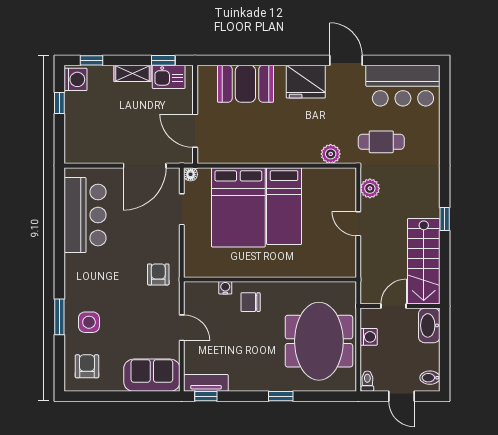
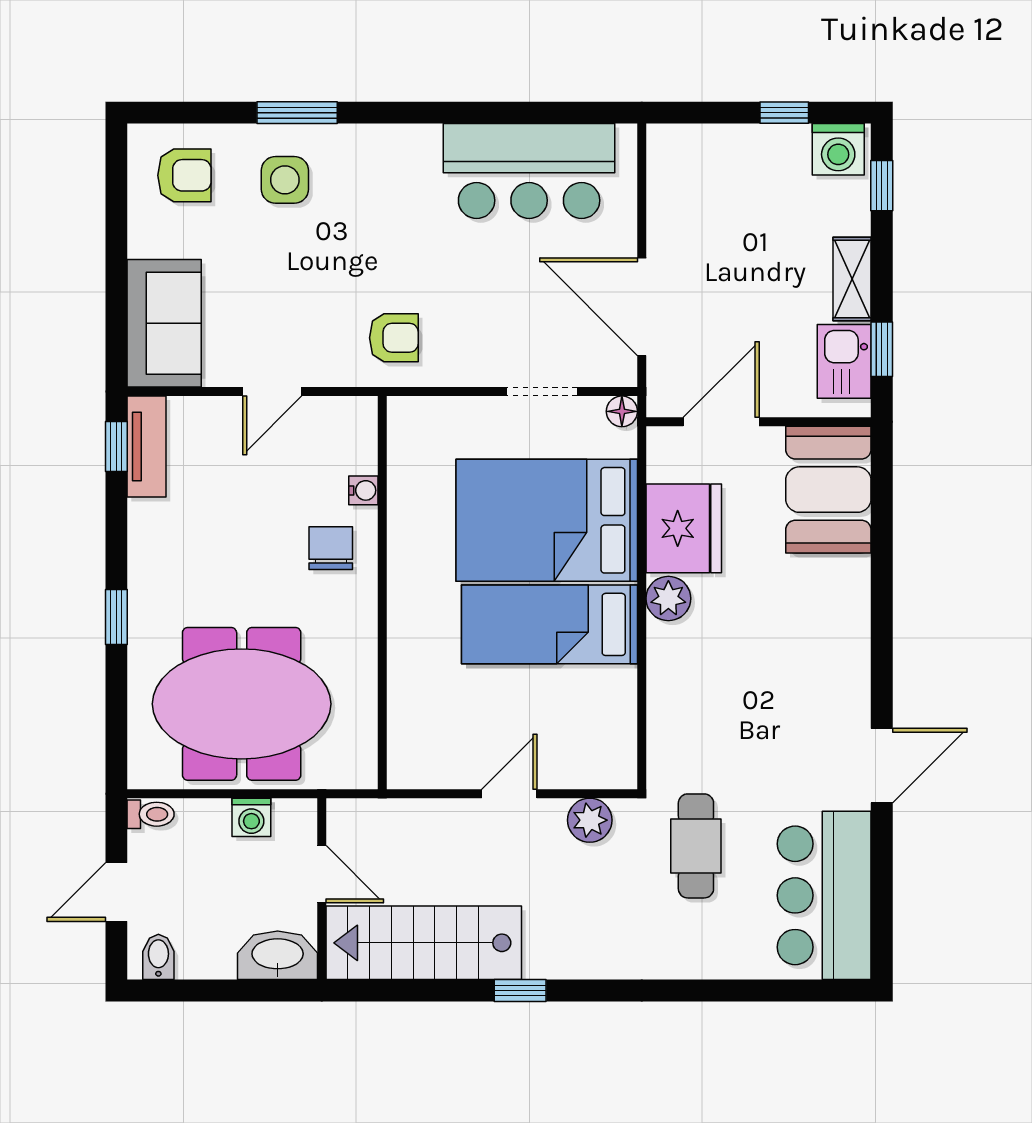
fridge: (306, 82) -> (684, 528), moved, turned 180
booth: (245, 84) -> (828, 490), moved
plant: (331, 154) -> (668, 598), moved

